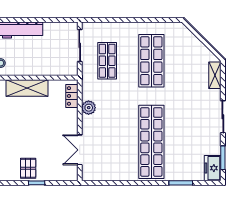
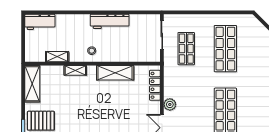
locker: (72, 96) -> (155, 85), width x1.53
plant: (89, 108) -> (170, 104), moved

